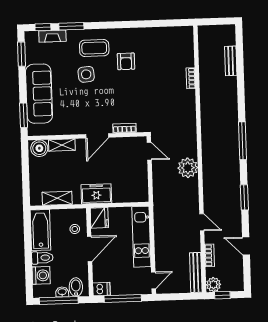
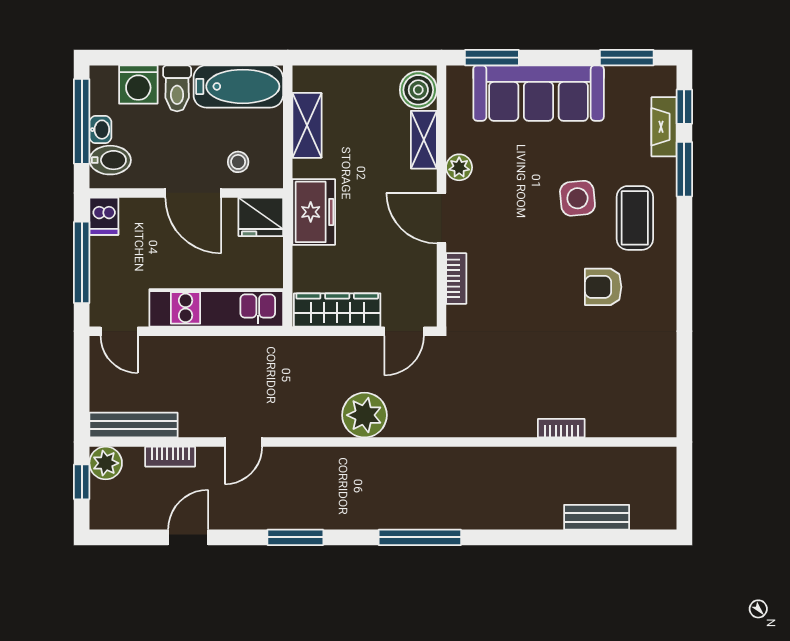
plant: (74, 129) -> (459, 167), added
wardrobe: (141, 182) -> (337, 310), added

